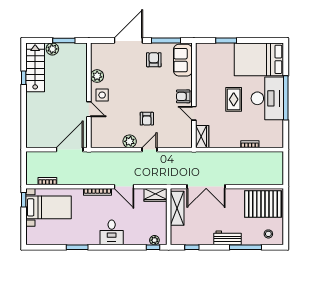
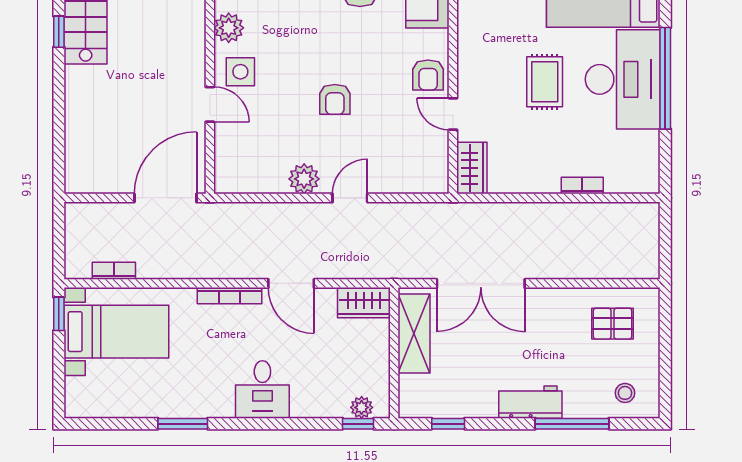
armchair: (183, 96) -> (428, 75), turned -90
armchair: (147, 119) -> (335, 99), moved
pallet: (263, 204) -> (613, 324), width x0.49, depth x0.50

